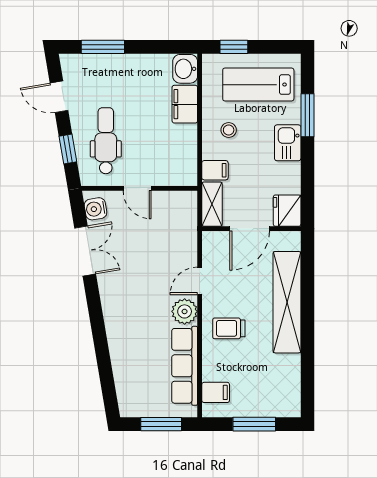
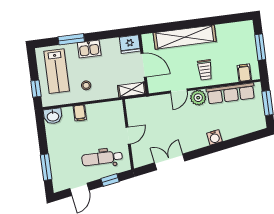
filing cabinet: (185, 104) -> (80, 113), width x0.50
filing cabinet: (215, 170) -> (111, 90), removed
water cooler: (96, 209) -> (214, 137), moved
door: (200, 281) -> (179, 91), hinge flipped

